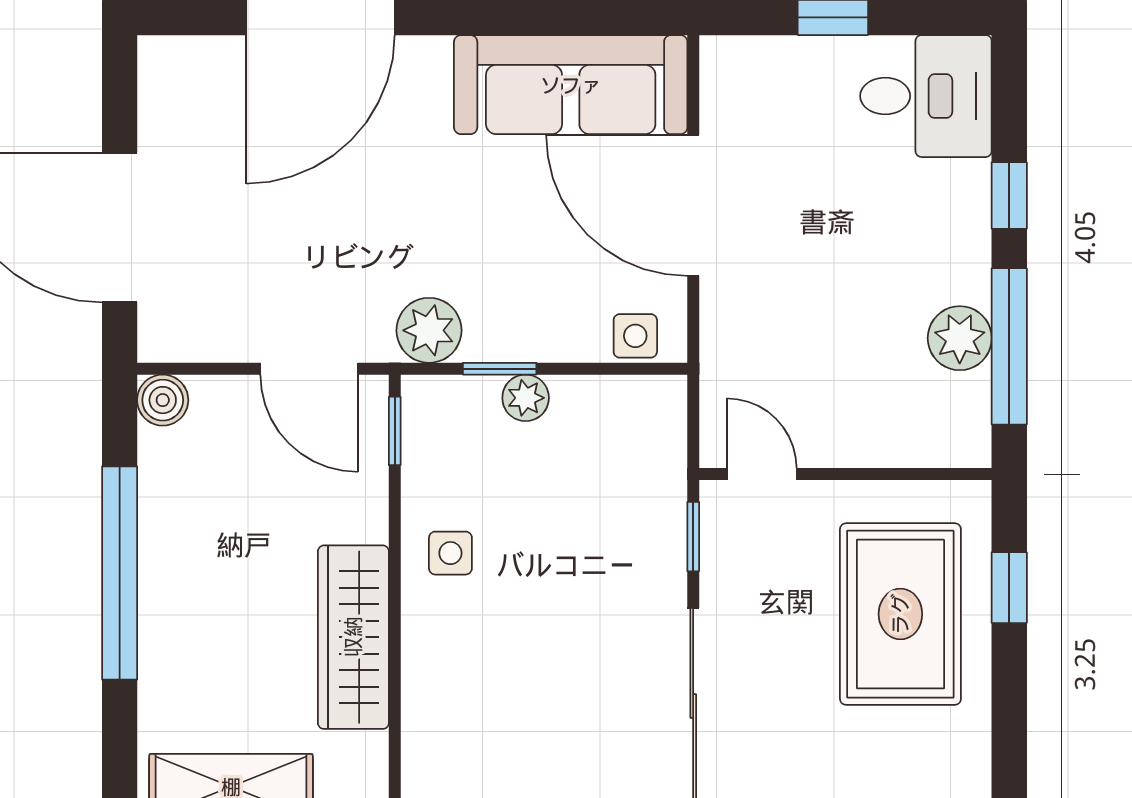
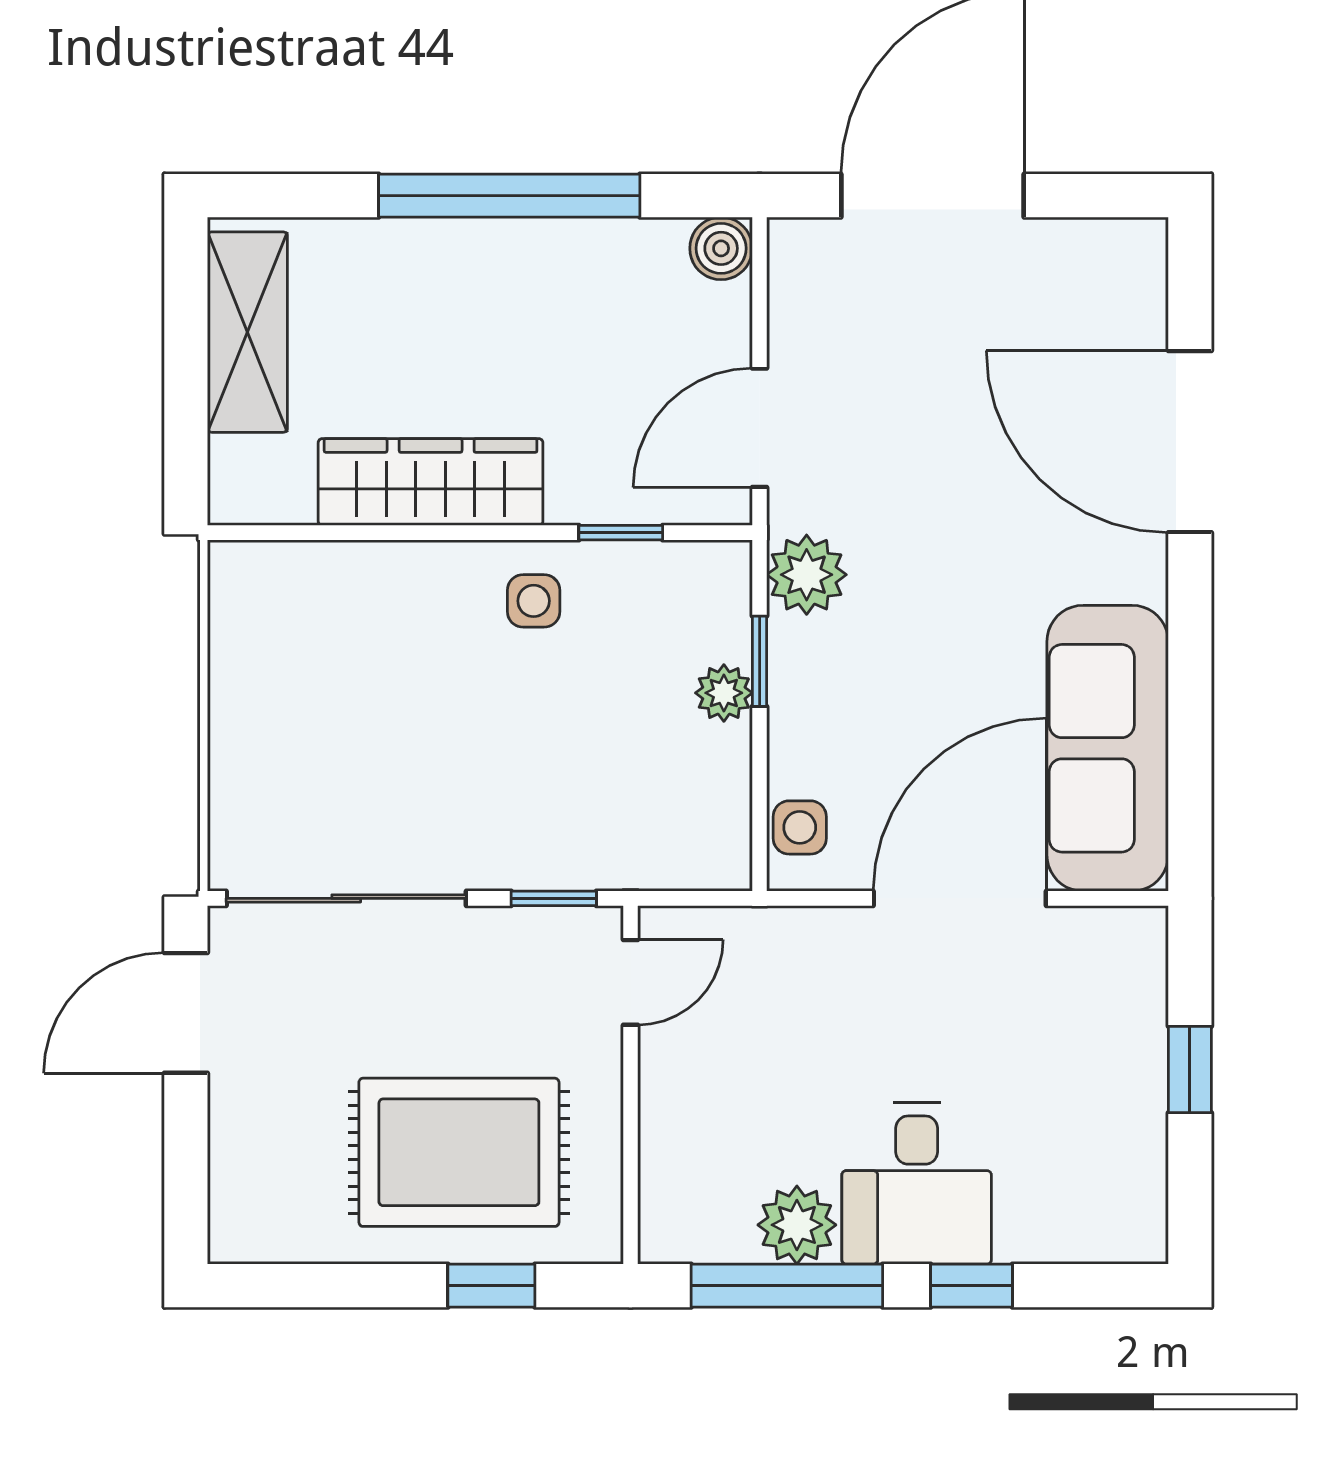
desk: (926, 96) -> (917, 1184), moved
window: (395, 431) -> (621, 533), moved

